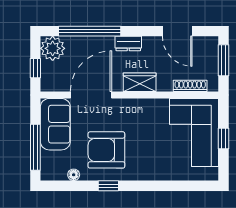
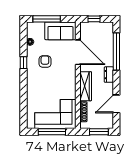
plant: (53, 48) -> (106, 29), removed
wardrobe: (140, 82) -> (86, 86), width x1.50
window: (224, 138) -> (52, 132), width x2.17
armchair: (106, 150) -> (45, 61), width x0.53, depth x0.53

